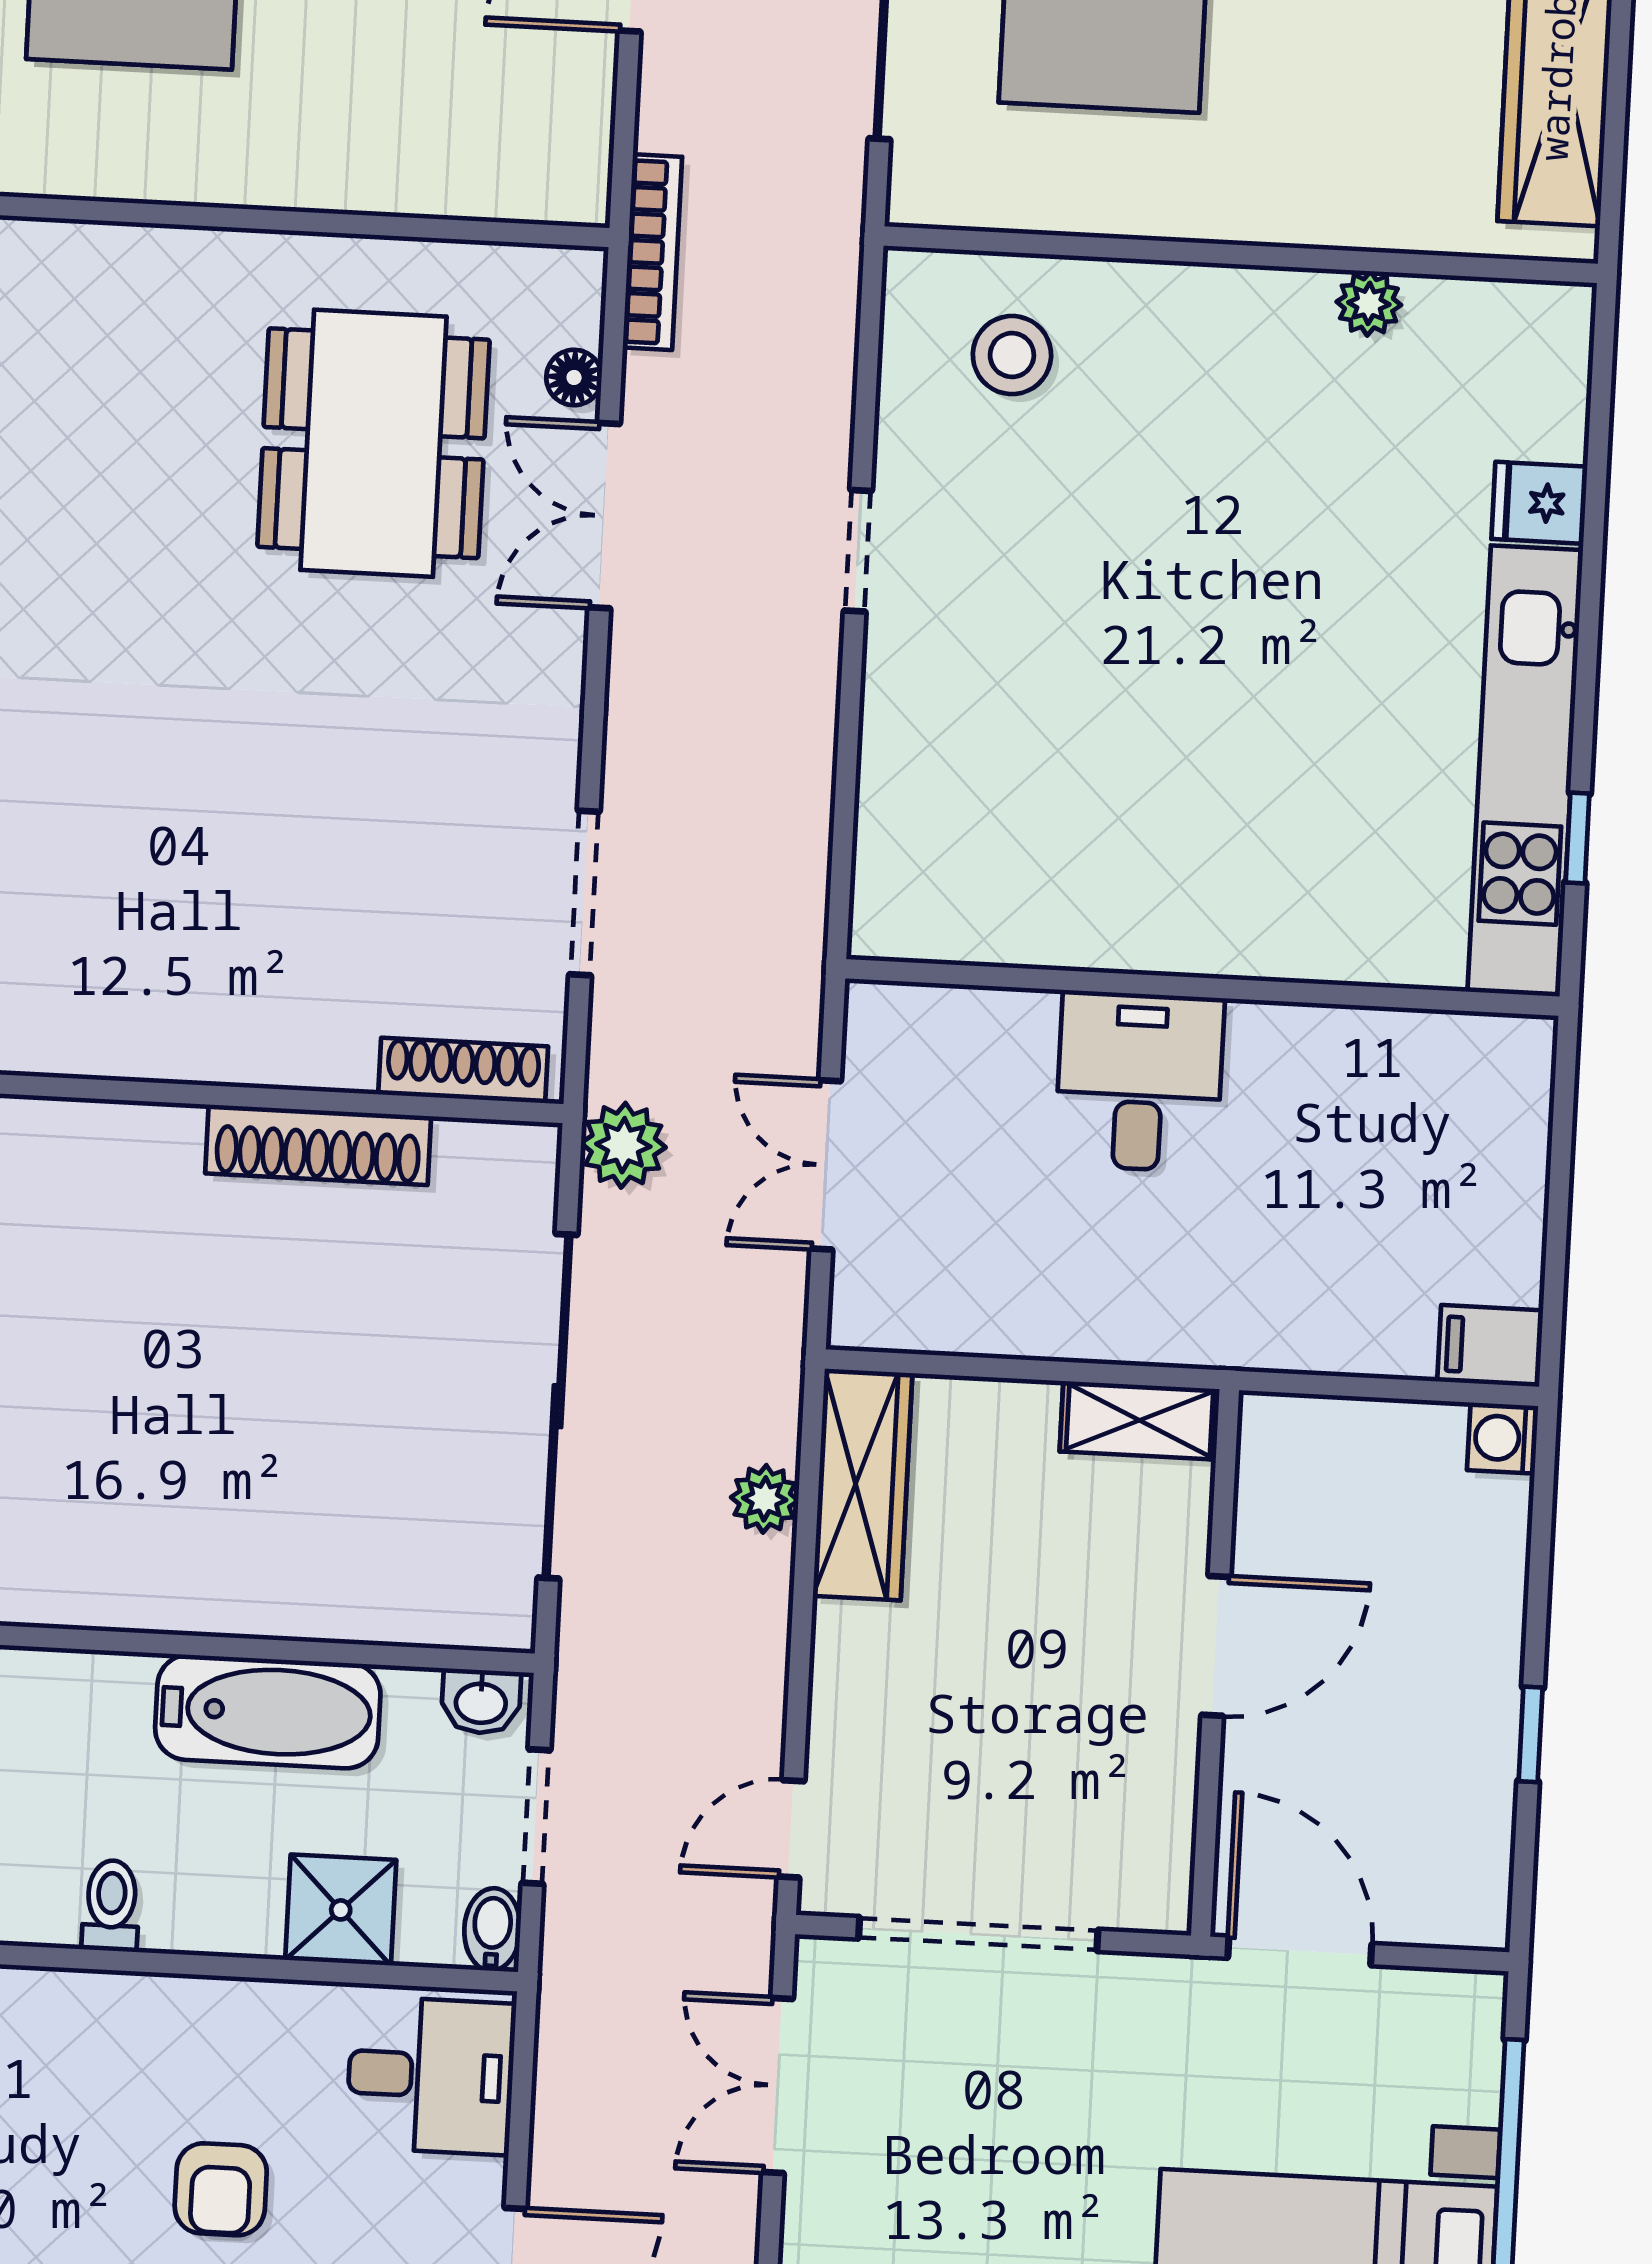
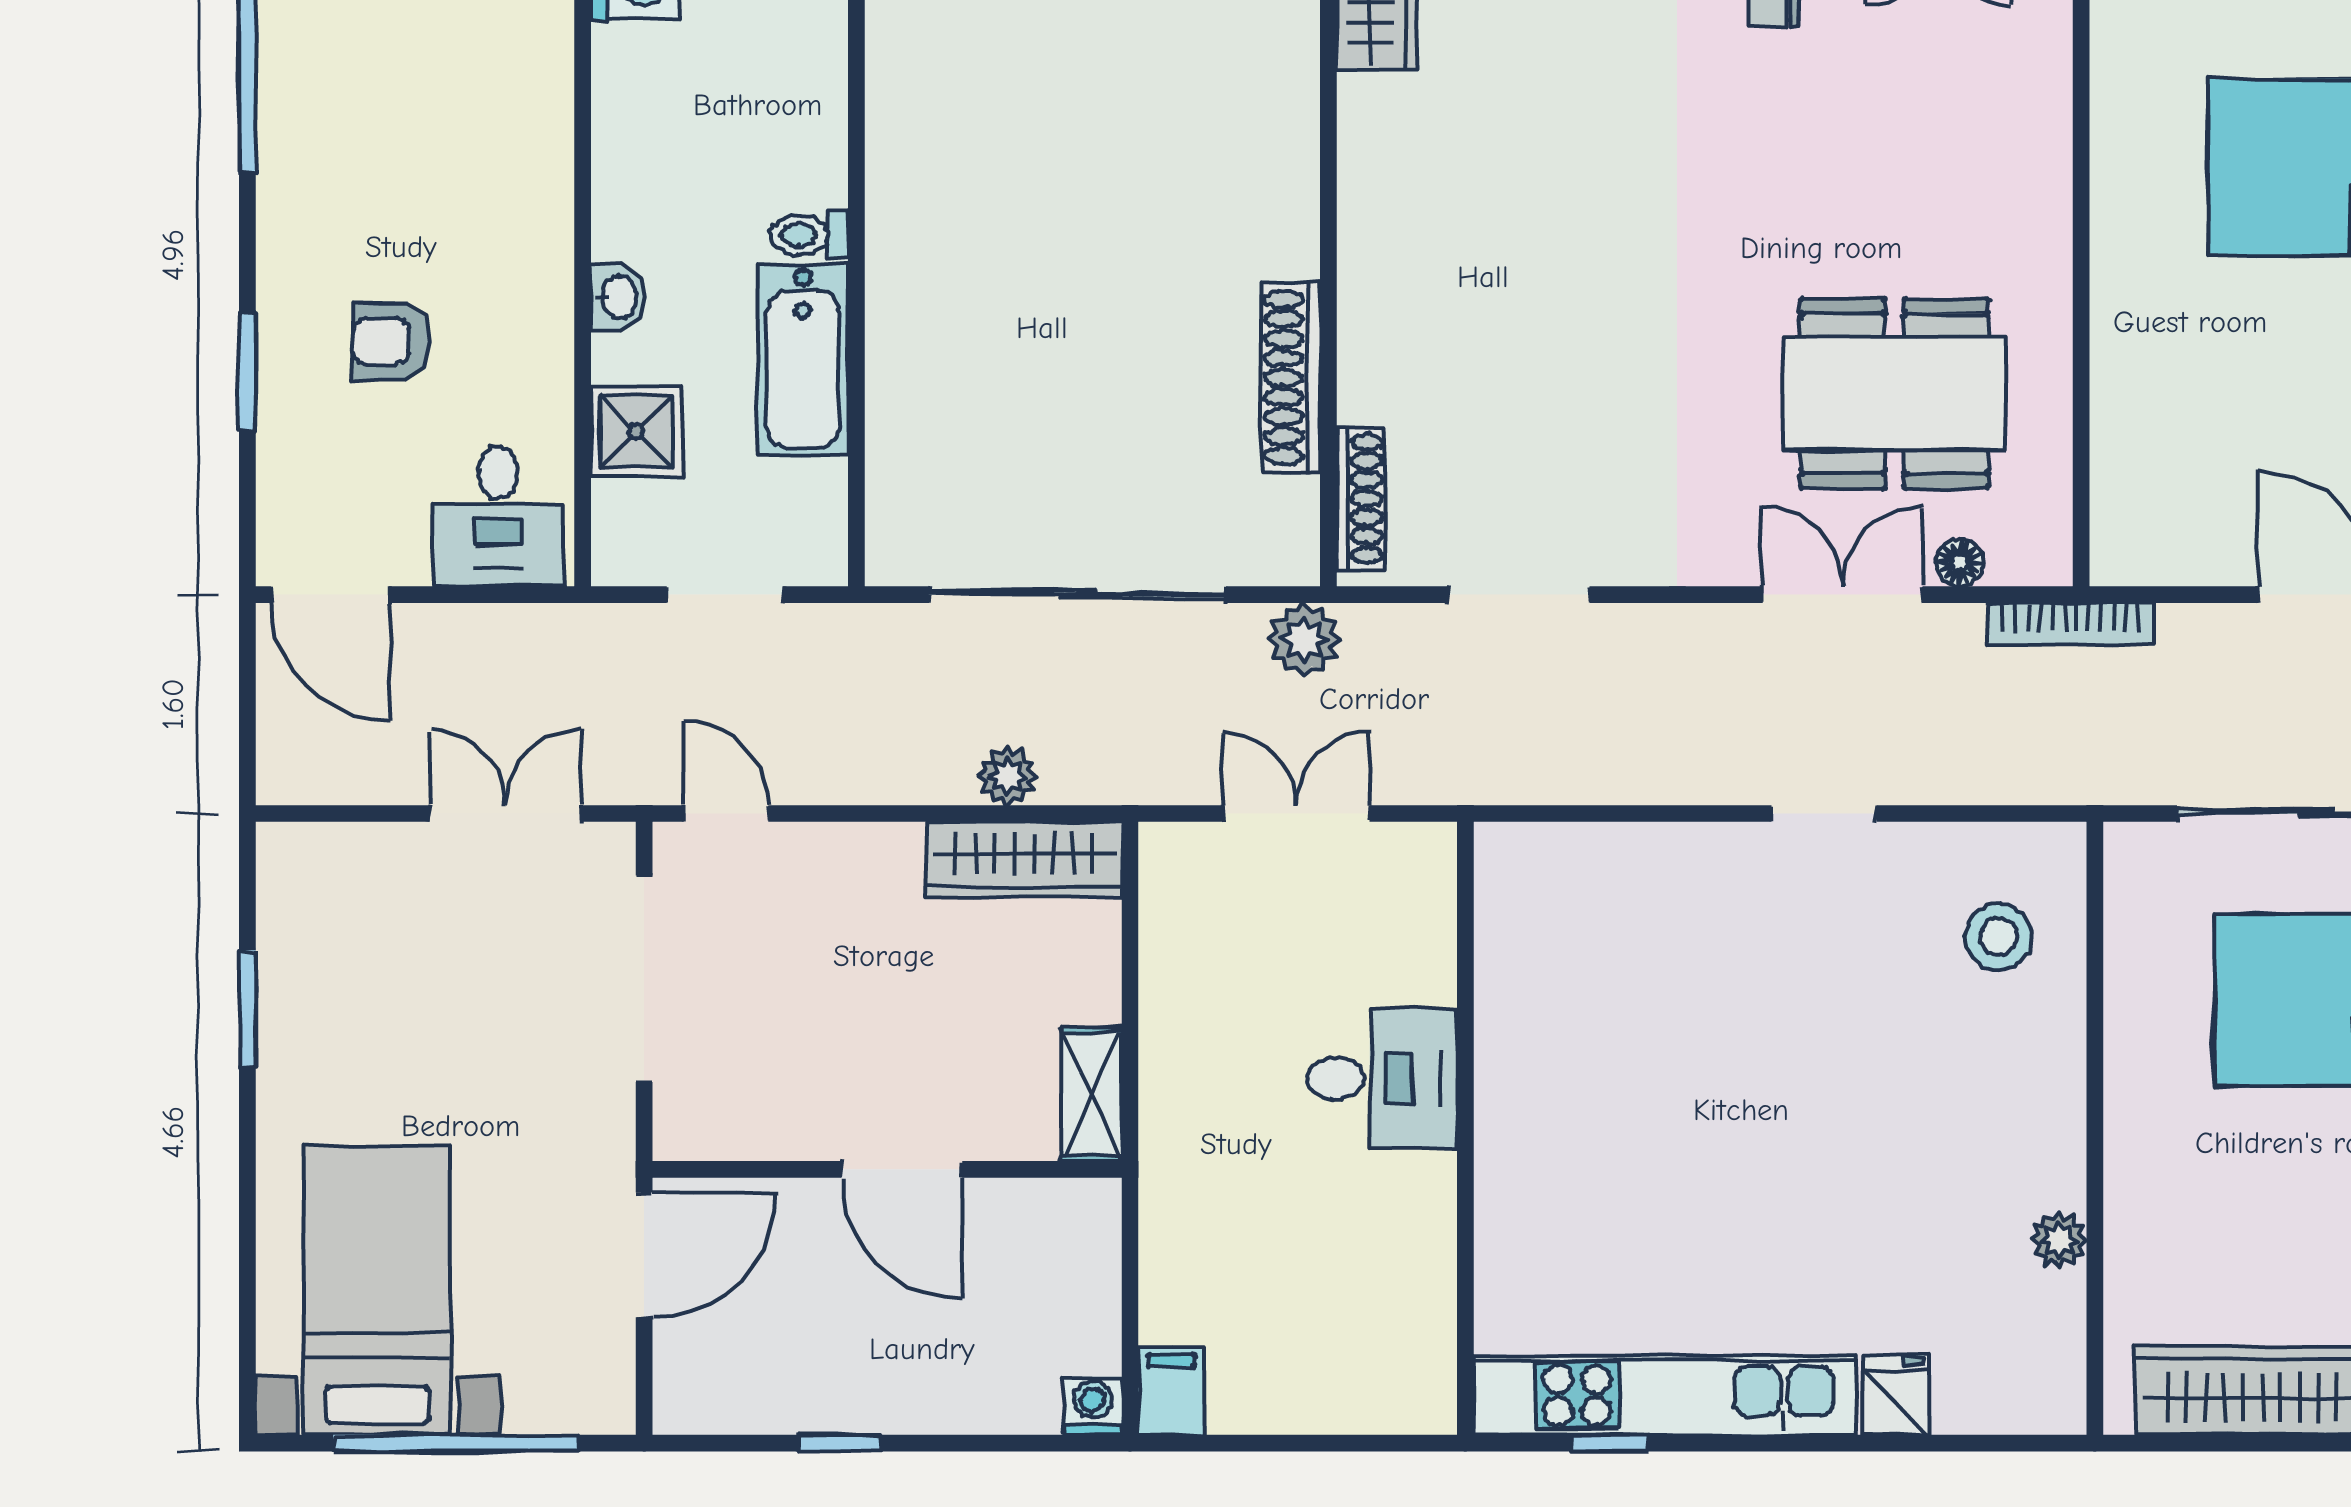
washbasin: (481, 1701) -> (618, 297), moved, turned 180
toilet: (111, 1906) -> (809, 235), moved, turned 180
bidet: (492, 1929) -> (626, 562), removed

